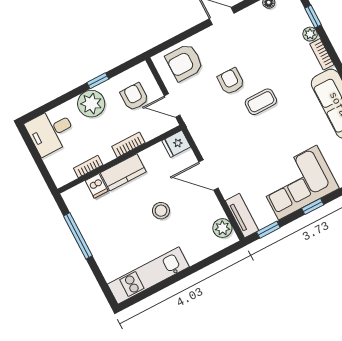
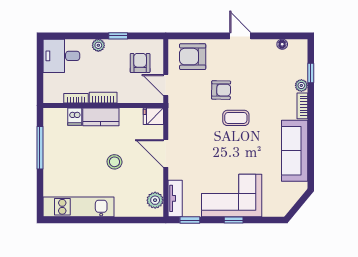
armchair: (231, 81) -> (221, 90), turned 91
plant: (91, 104) -> (98, 45), width x0.53, depth x0.53
bookcase: (128, 145) -> (103, 98), moved

